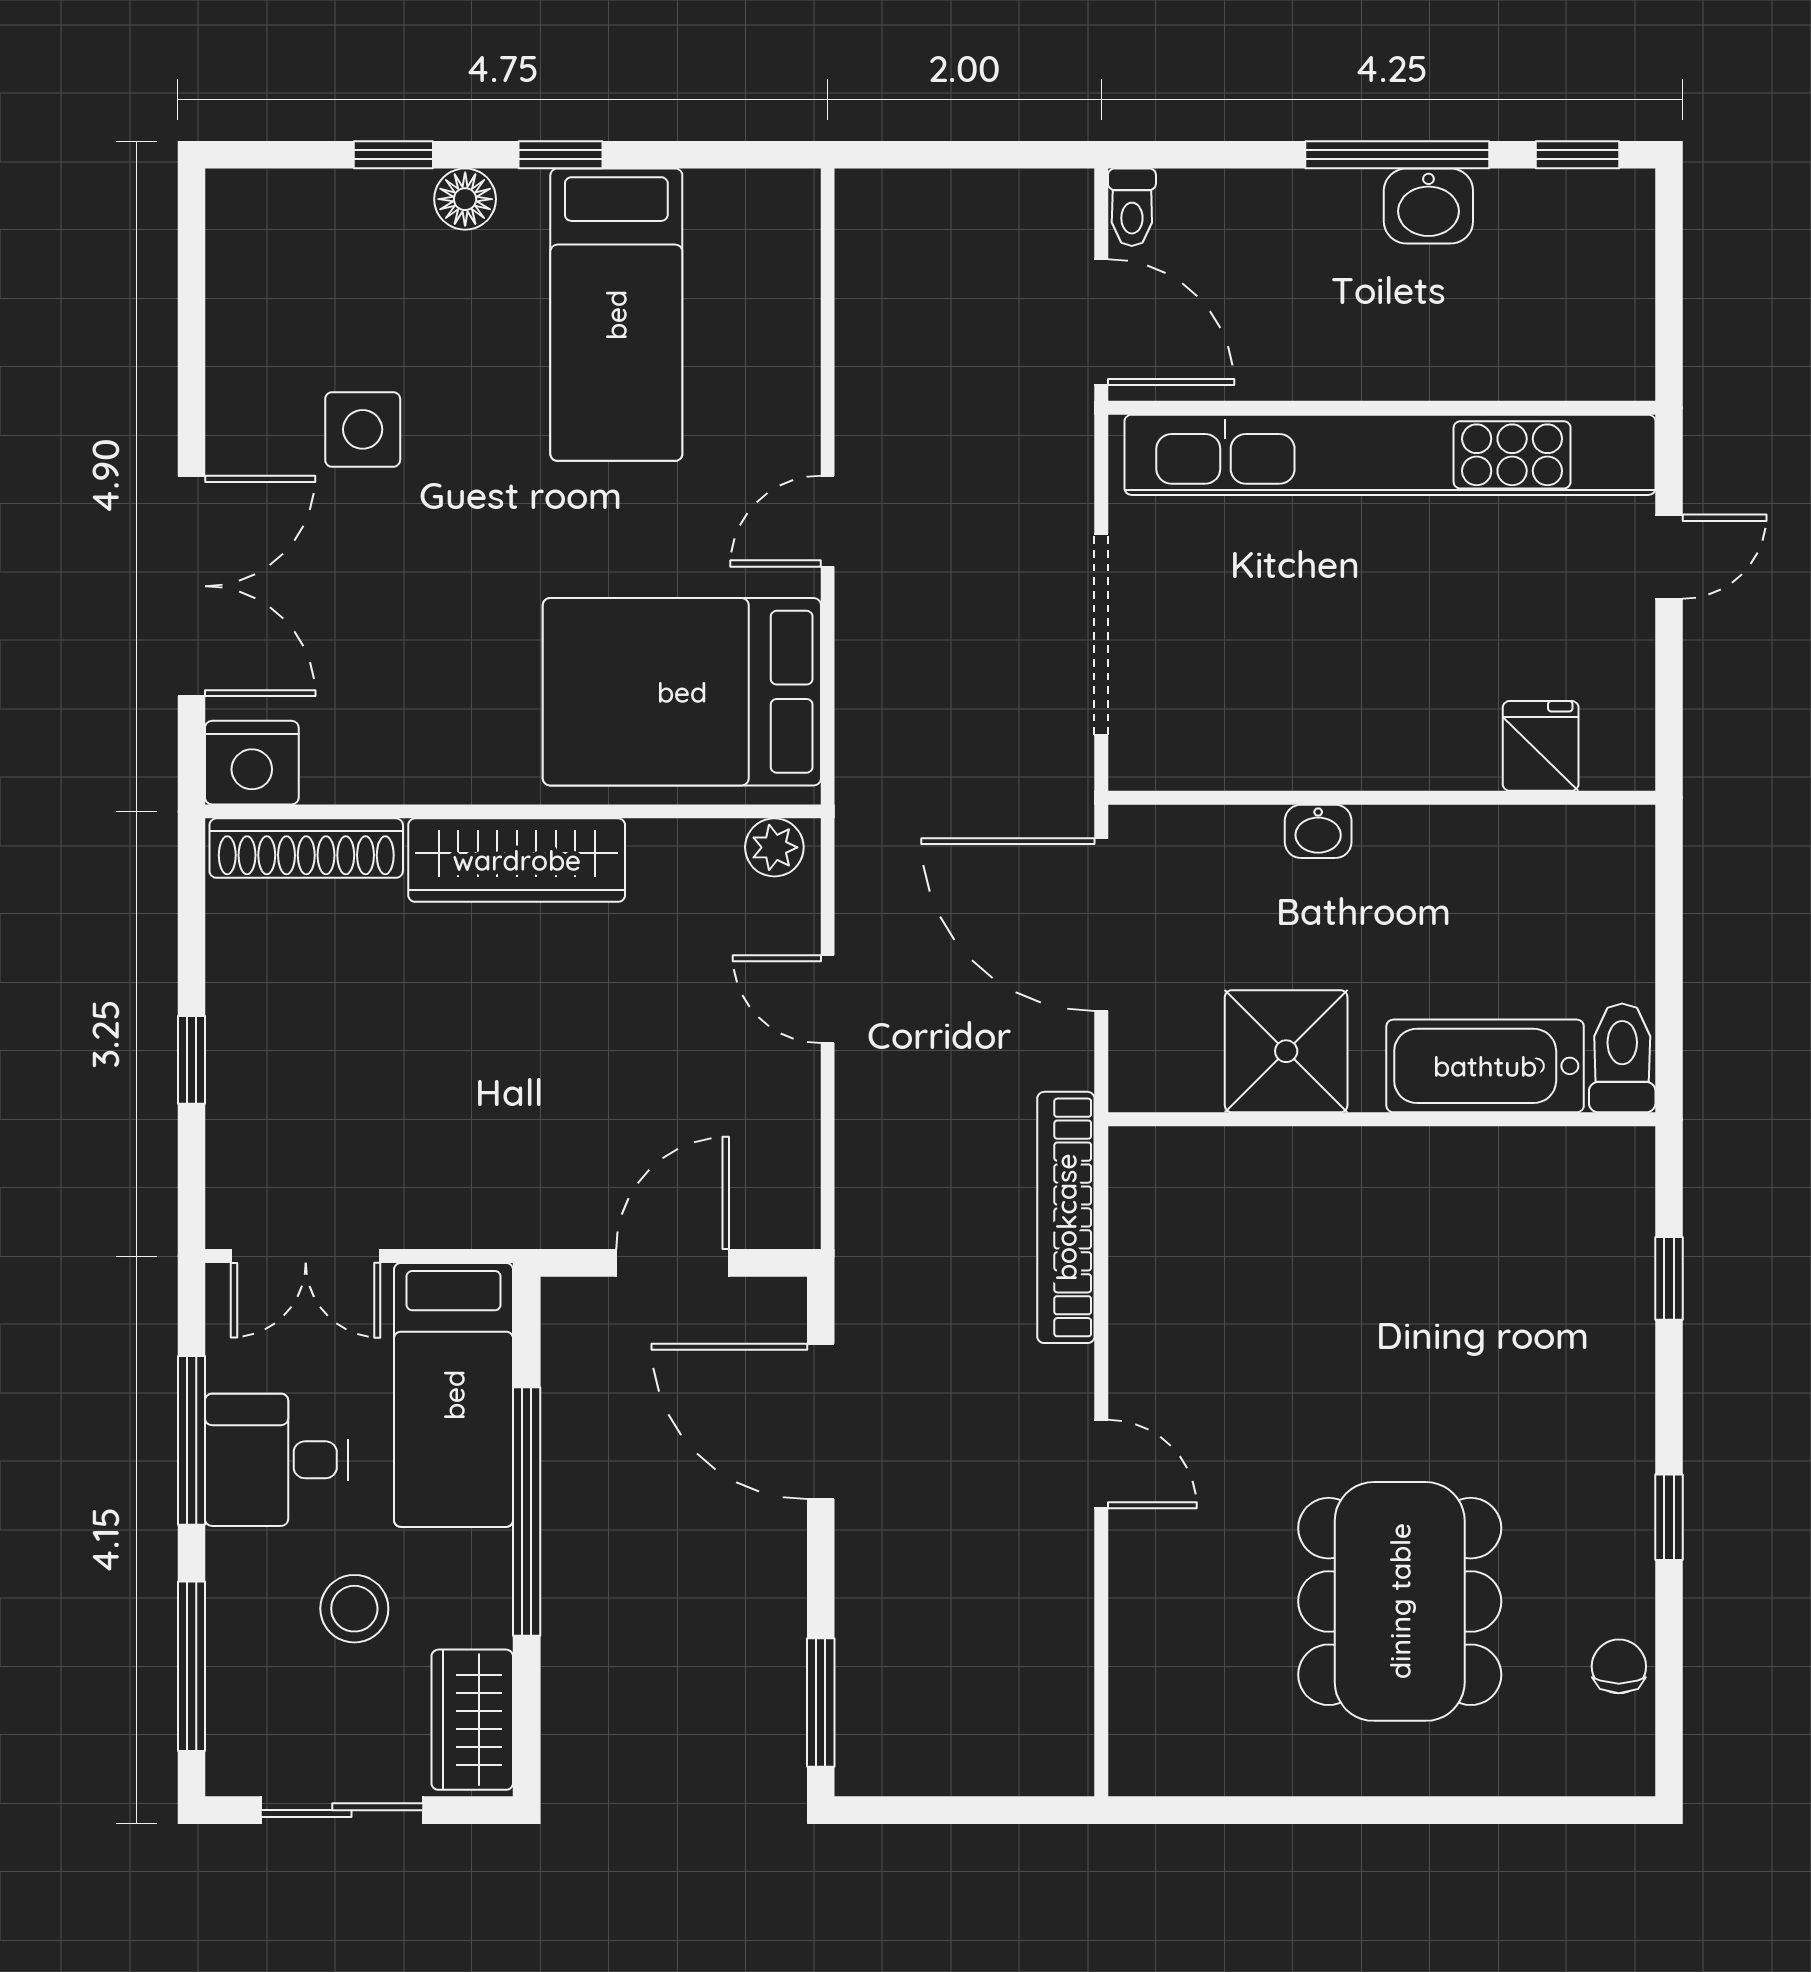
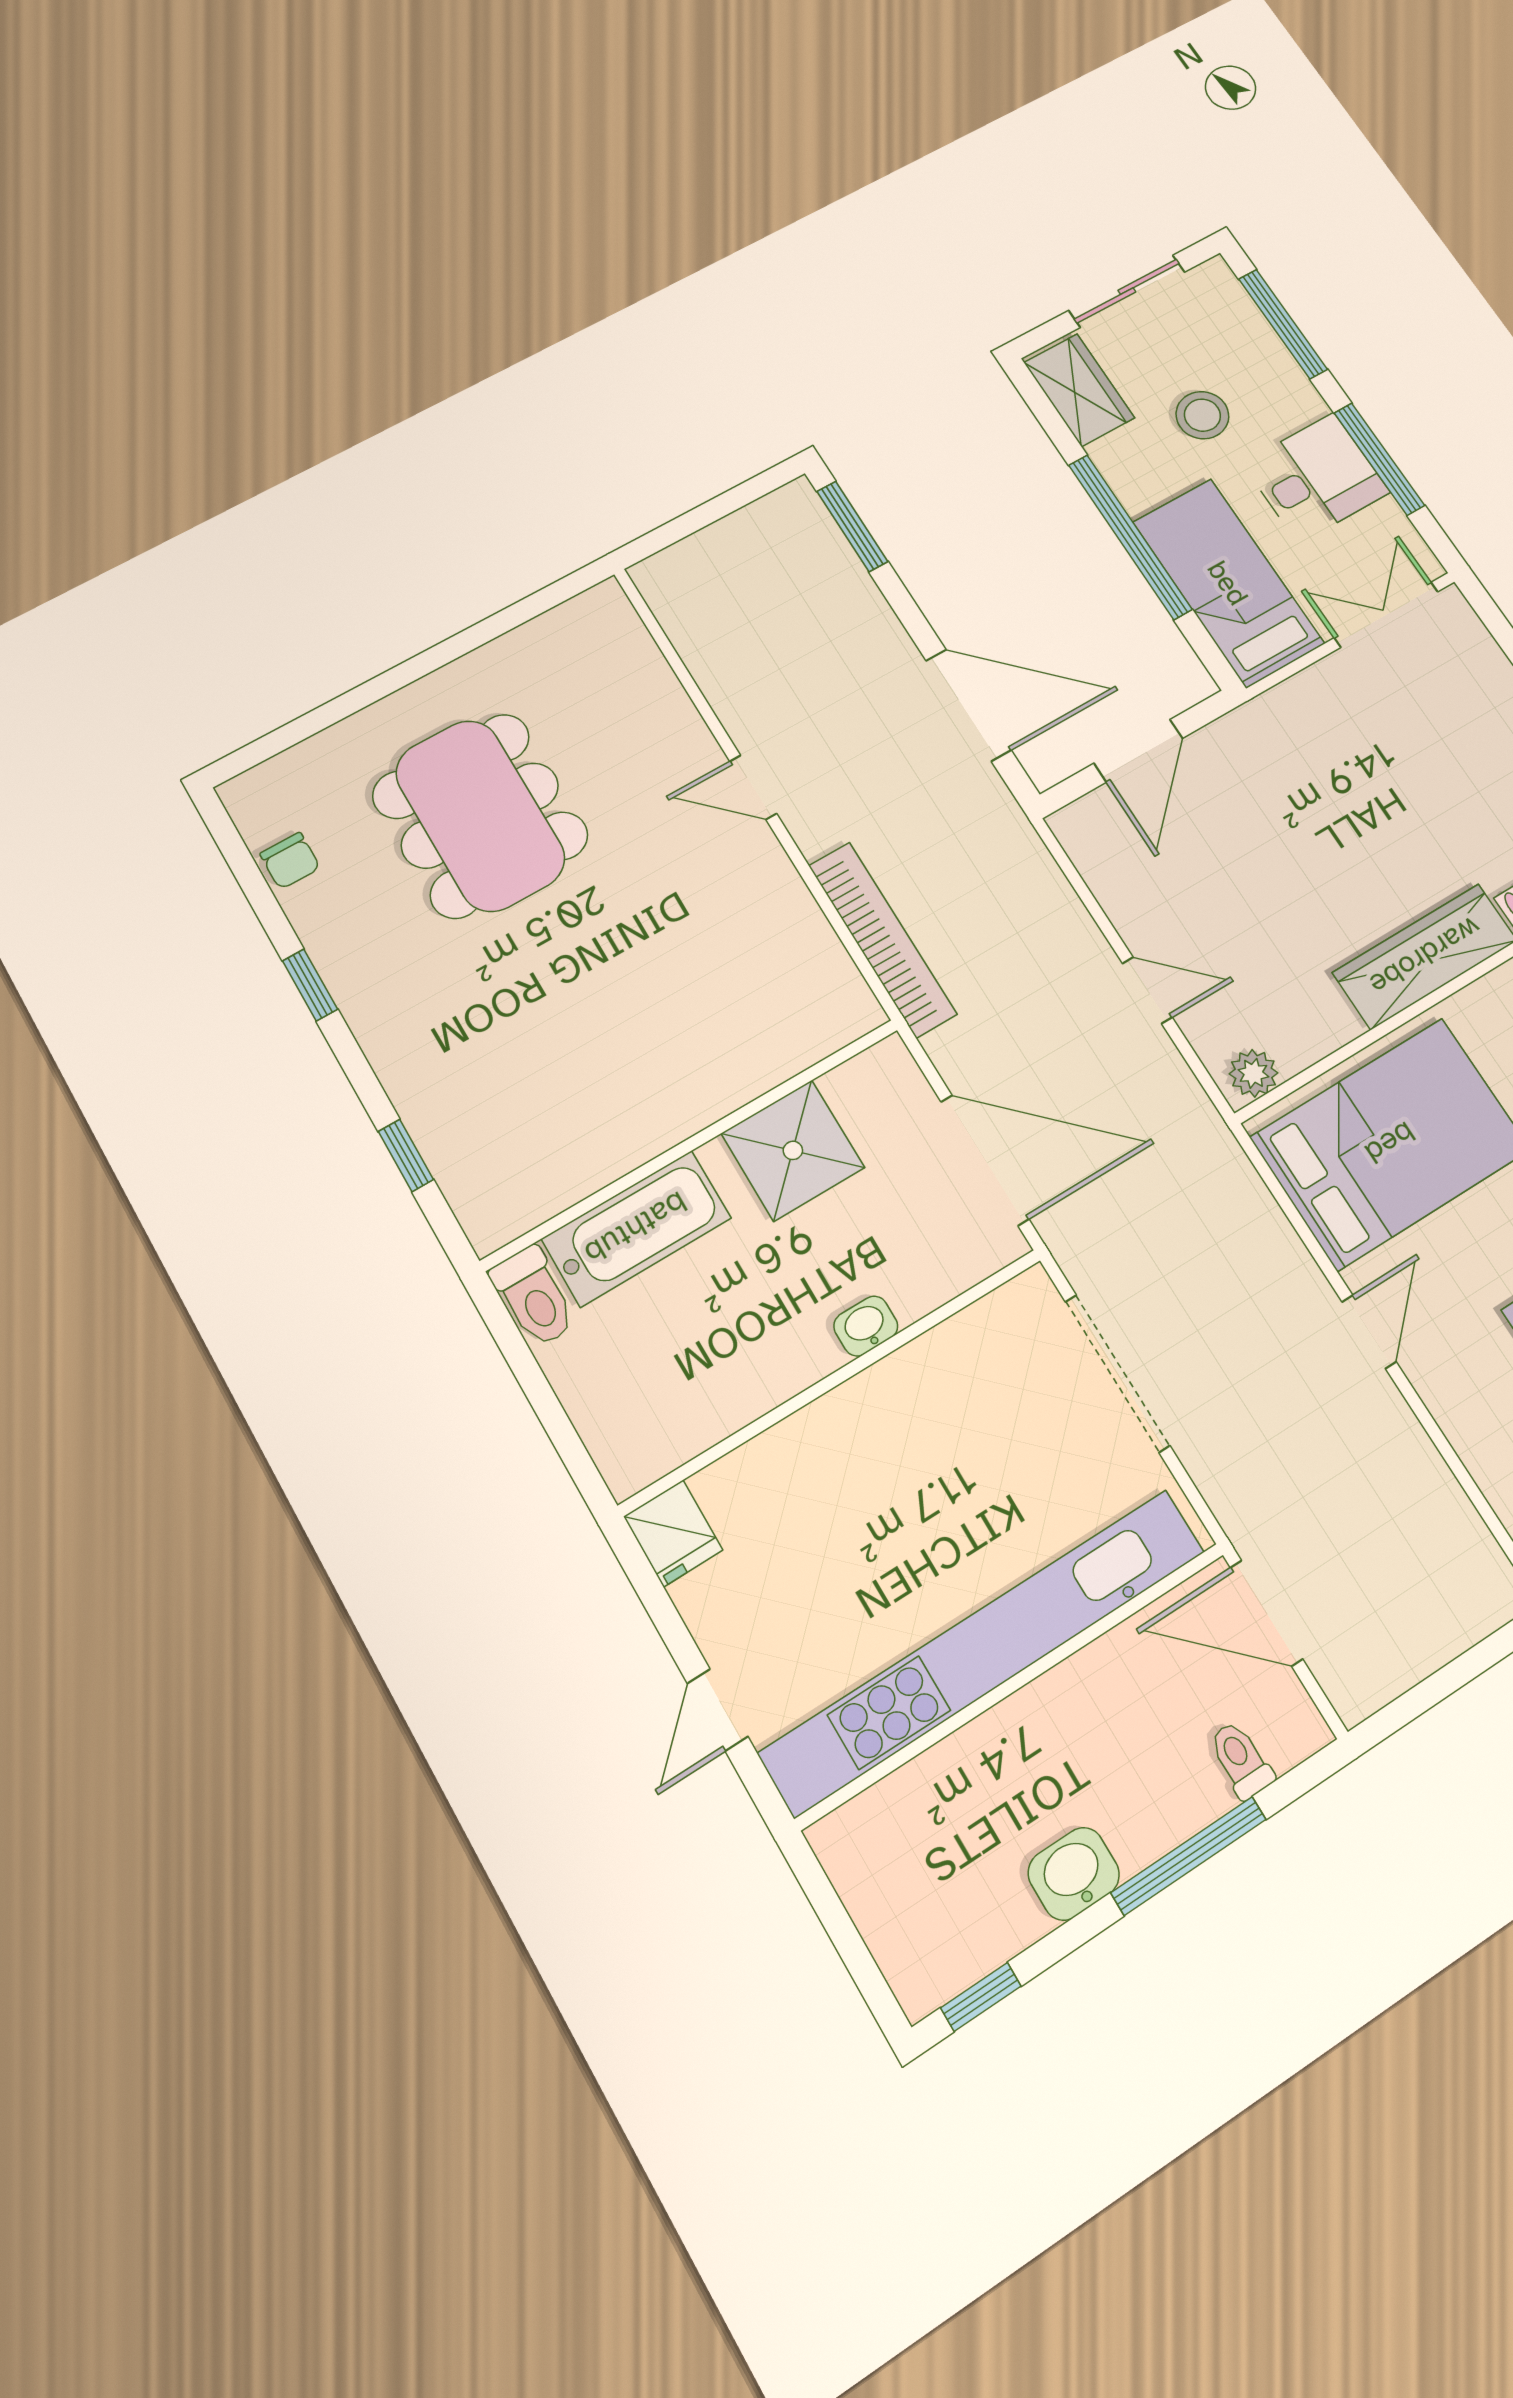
window: (1397, 155) -> (1189, 1856), moved
toilet: (1132, 207) -> (1241, 1760), moved
fridge: (1541, 746) -> (673, 1533), moved

